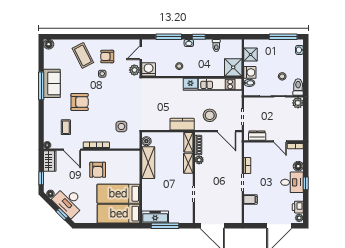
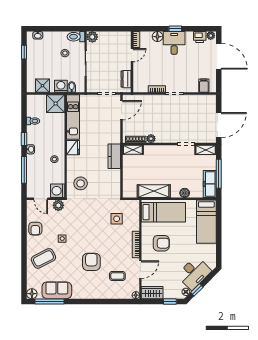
window: (283, 37) -> (24, 52), width x0.46
armchair: (107, 56) -> (35, 229), moved
sofa: (52, 83) -> (57, 290), moved
window: (41, 86) -> (50, 301), moved
stool: (210, 115) -> (81, 183), moved
boiler: (146, 141) -> (185, 193), moved
shelving: (188, 163) -> (206, 150), moved
bed: (118, 194) -> (163, 212), moved, turned -90
filing cabinet: (251, 199) -> (204, 86), moved
window: (62, 214) -> (197, 290), moved

